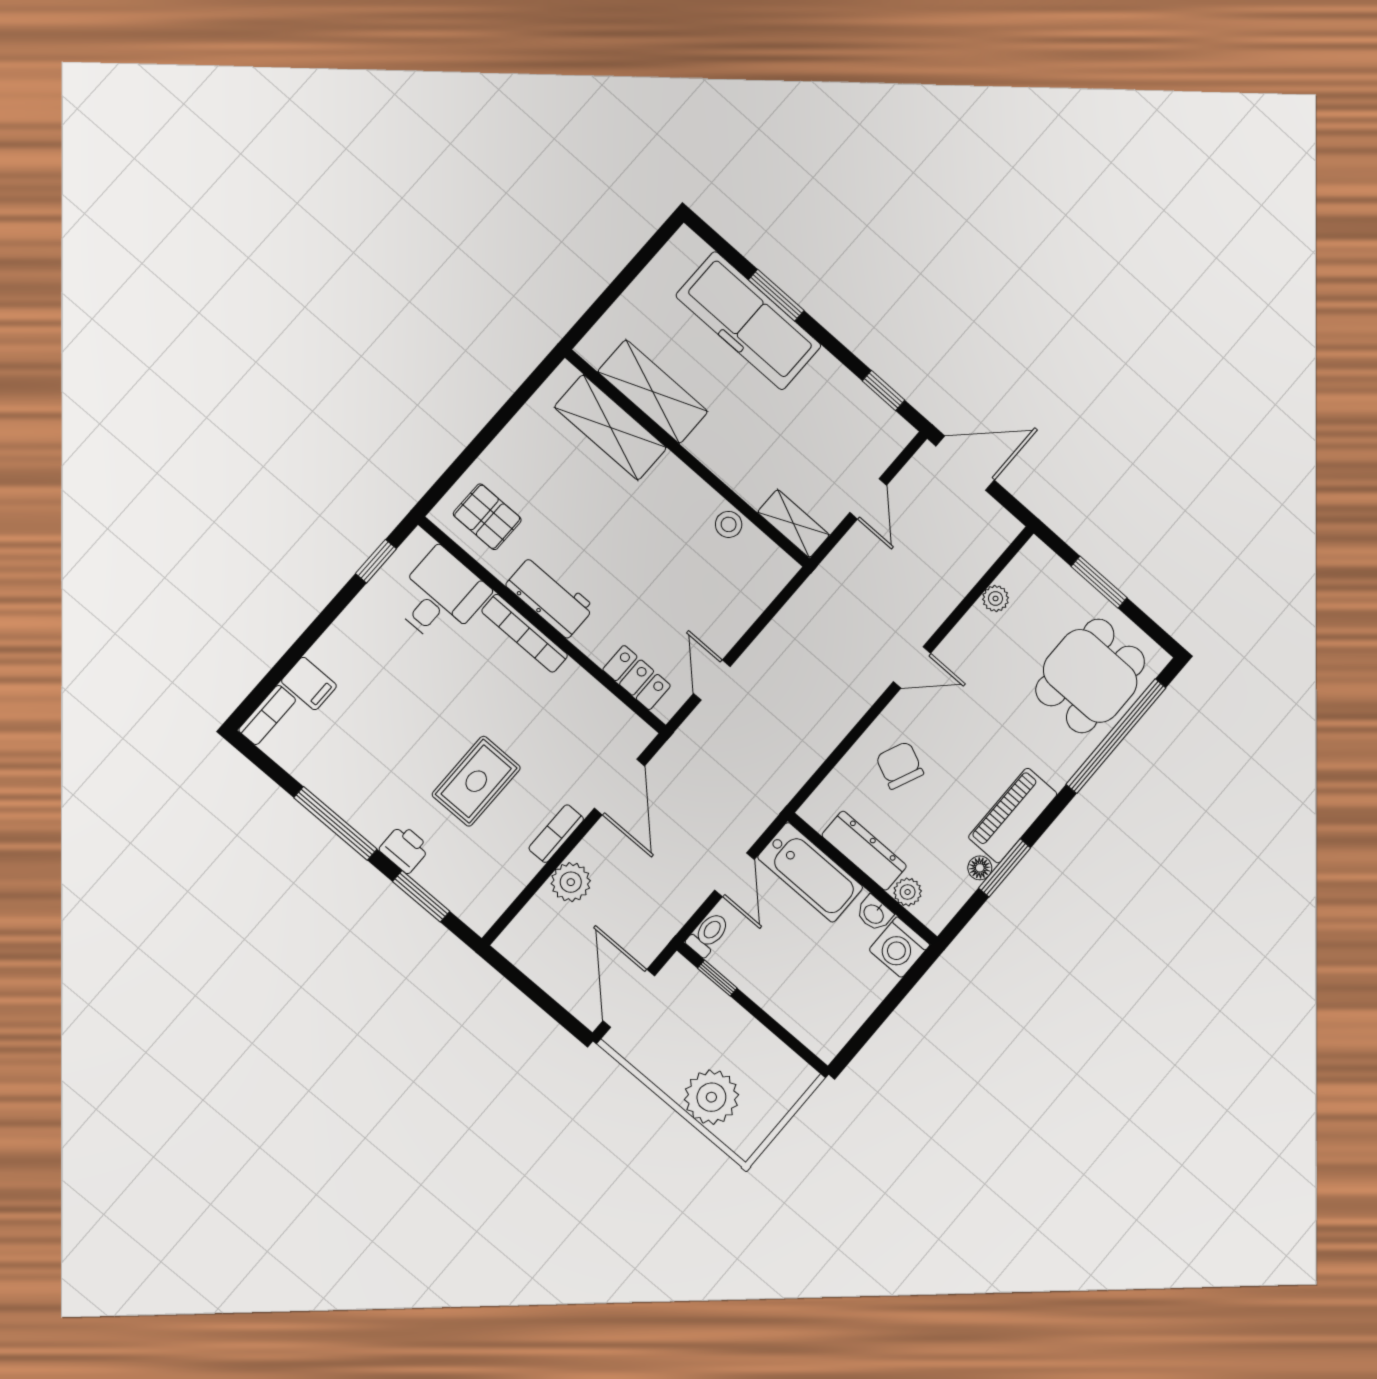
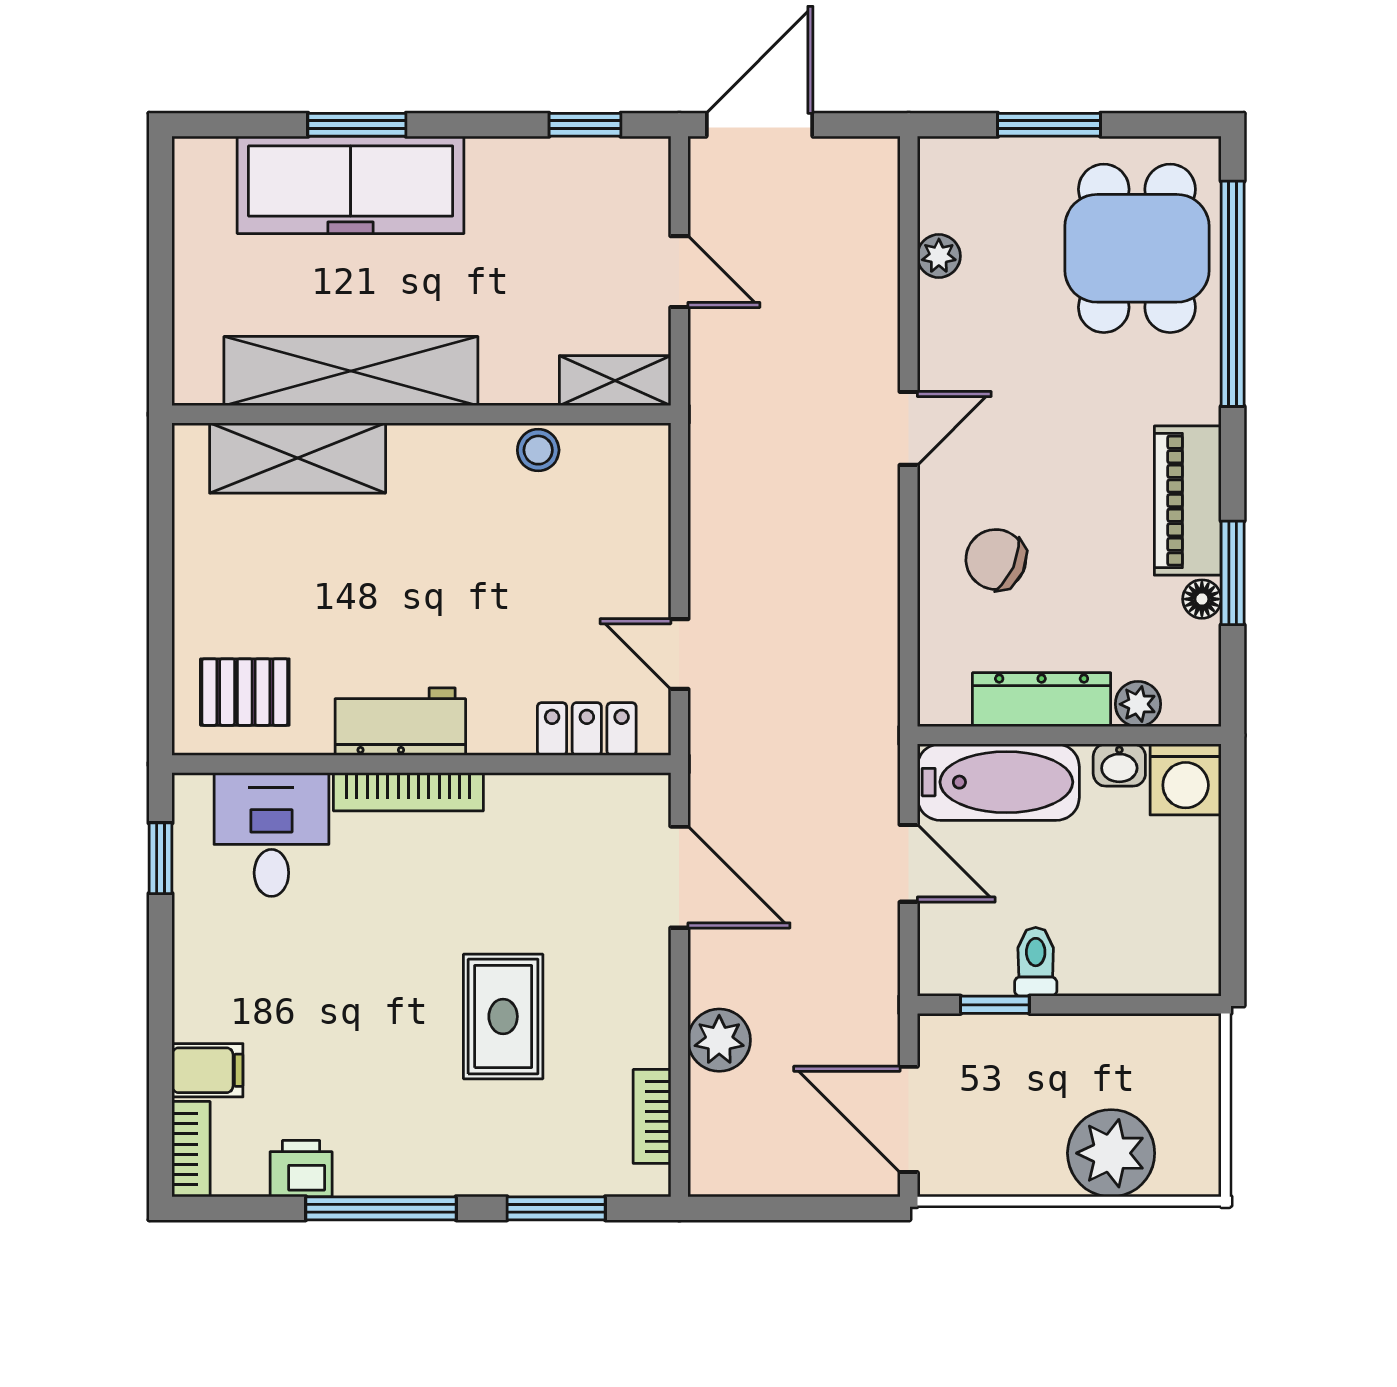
shelving: (653, 392) -> (351, 371), width x1.47
bookcase: (556, 834) -> (652, 1116), moved
printer: (405, 849) -> (301, 1169), moved
toilet: (708, 934) -> (1036, 962), moved

